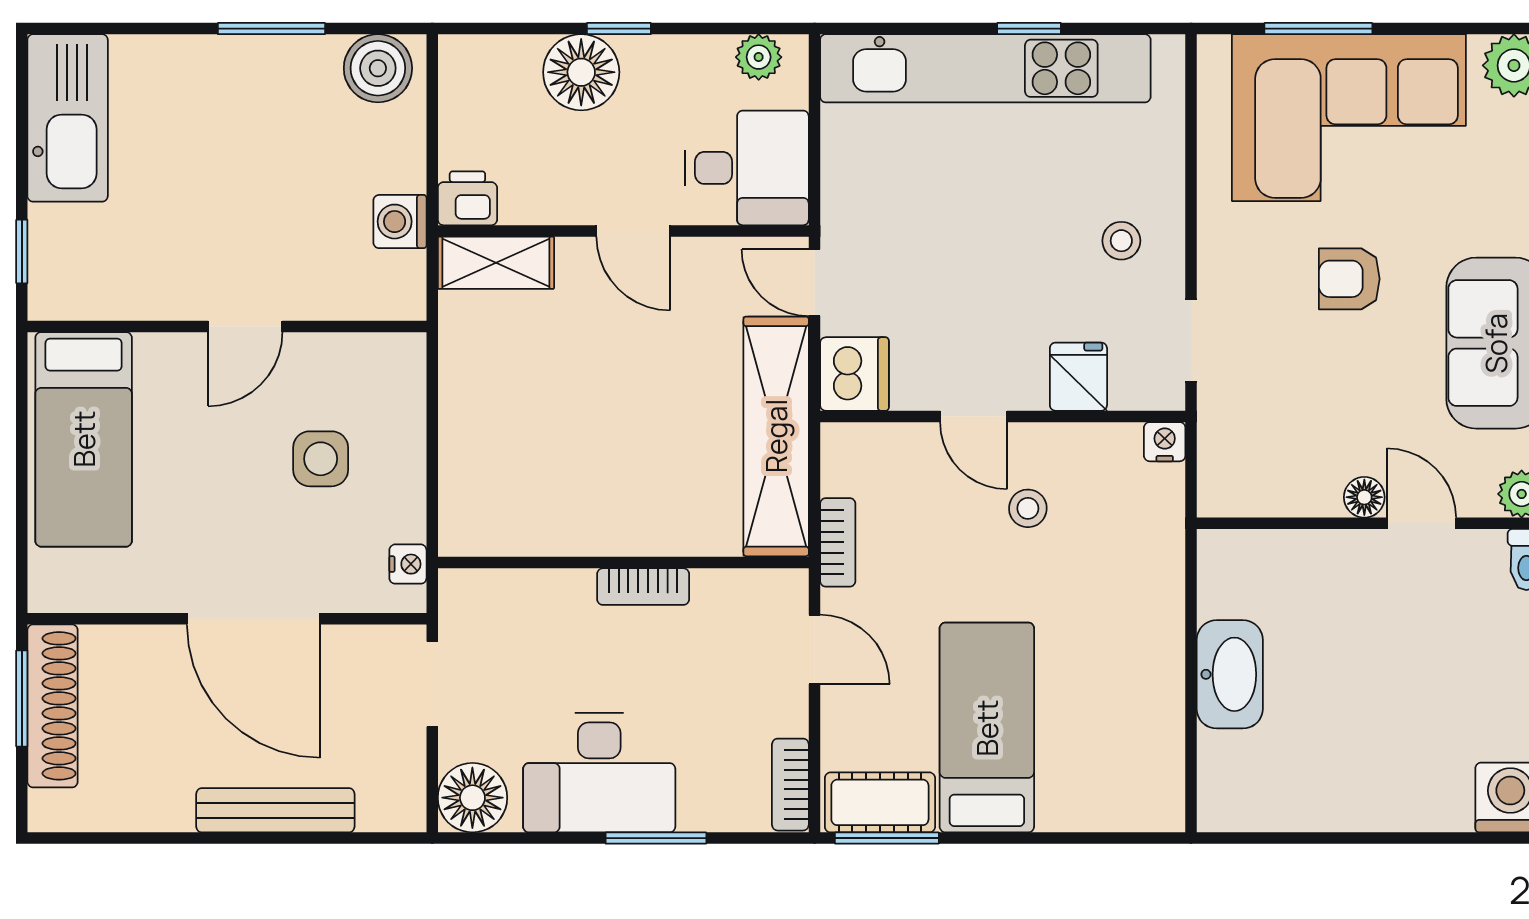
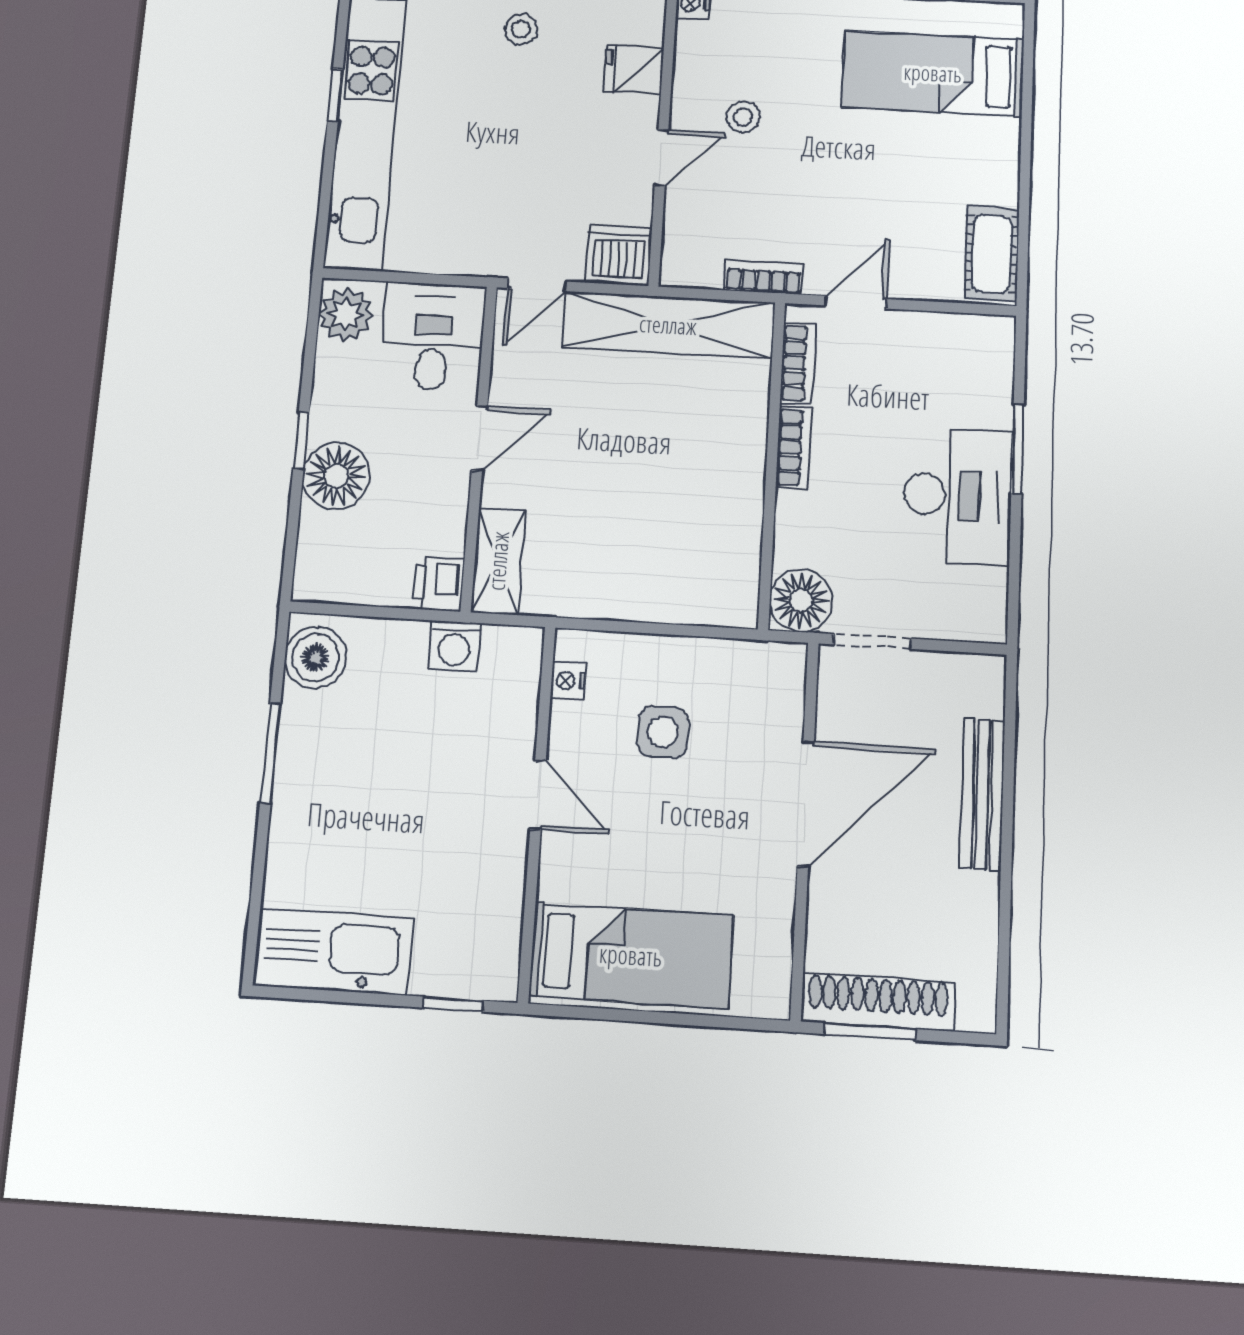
plant: (759, 57) -> (346, 315), width x1.38, depth x1.38
nightstand: (408, 564) -> (568, 681), moved, turned -90
bed: (987, 728) -> (933, 73), moved
bookcase: (790, 785) -> (798, 363), moved, turned -90
floor lamp: (472, 798) -> (801, 600), moved
window: (887, 838) -> (1023, 250), removed

